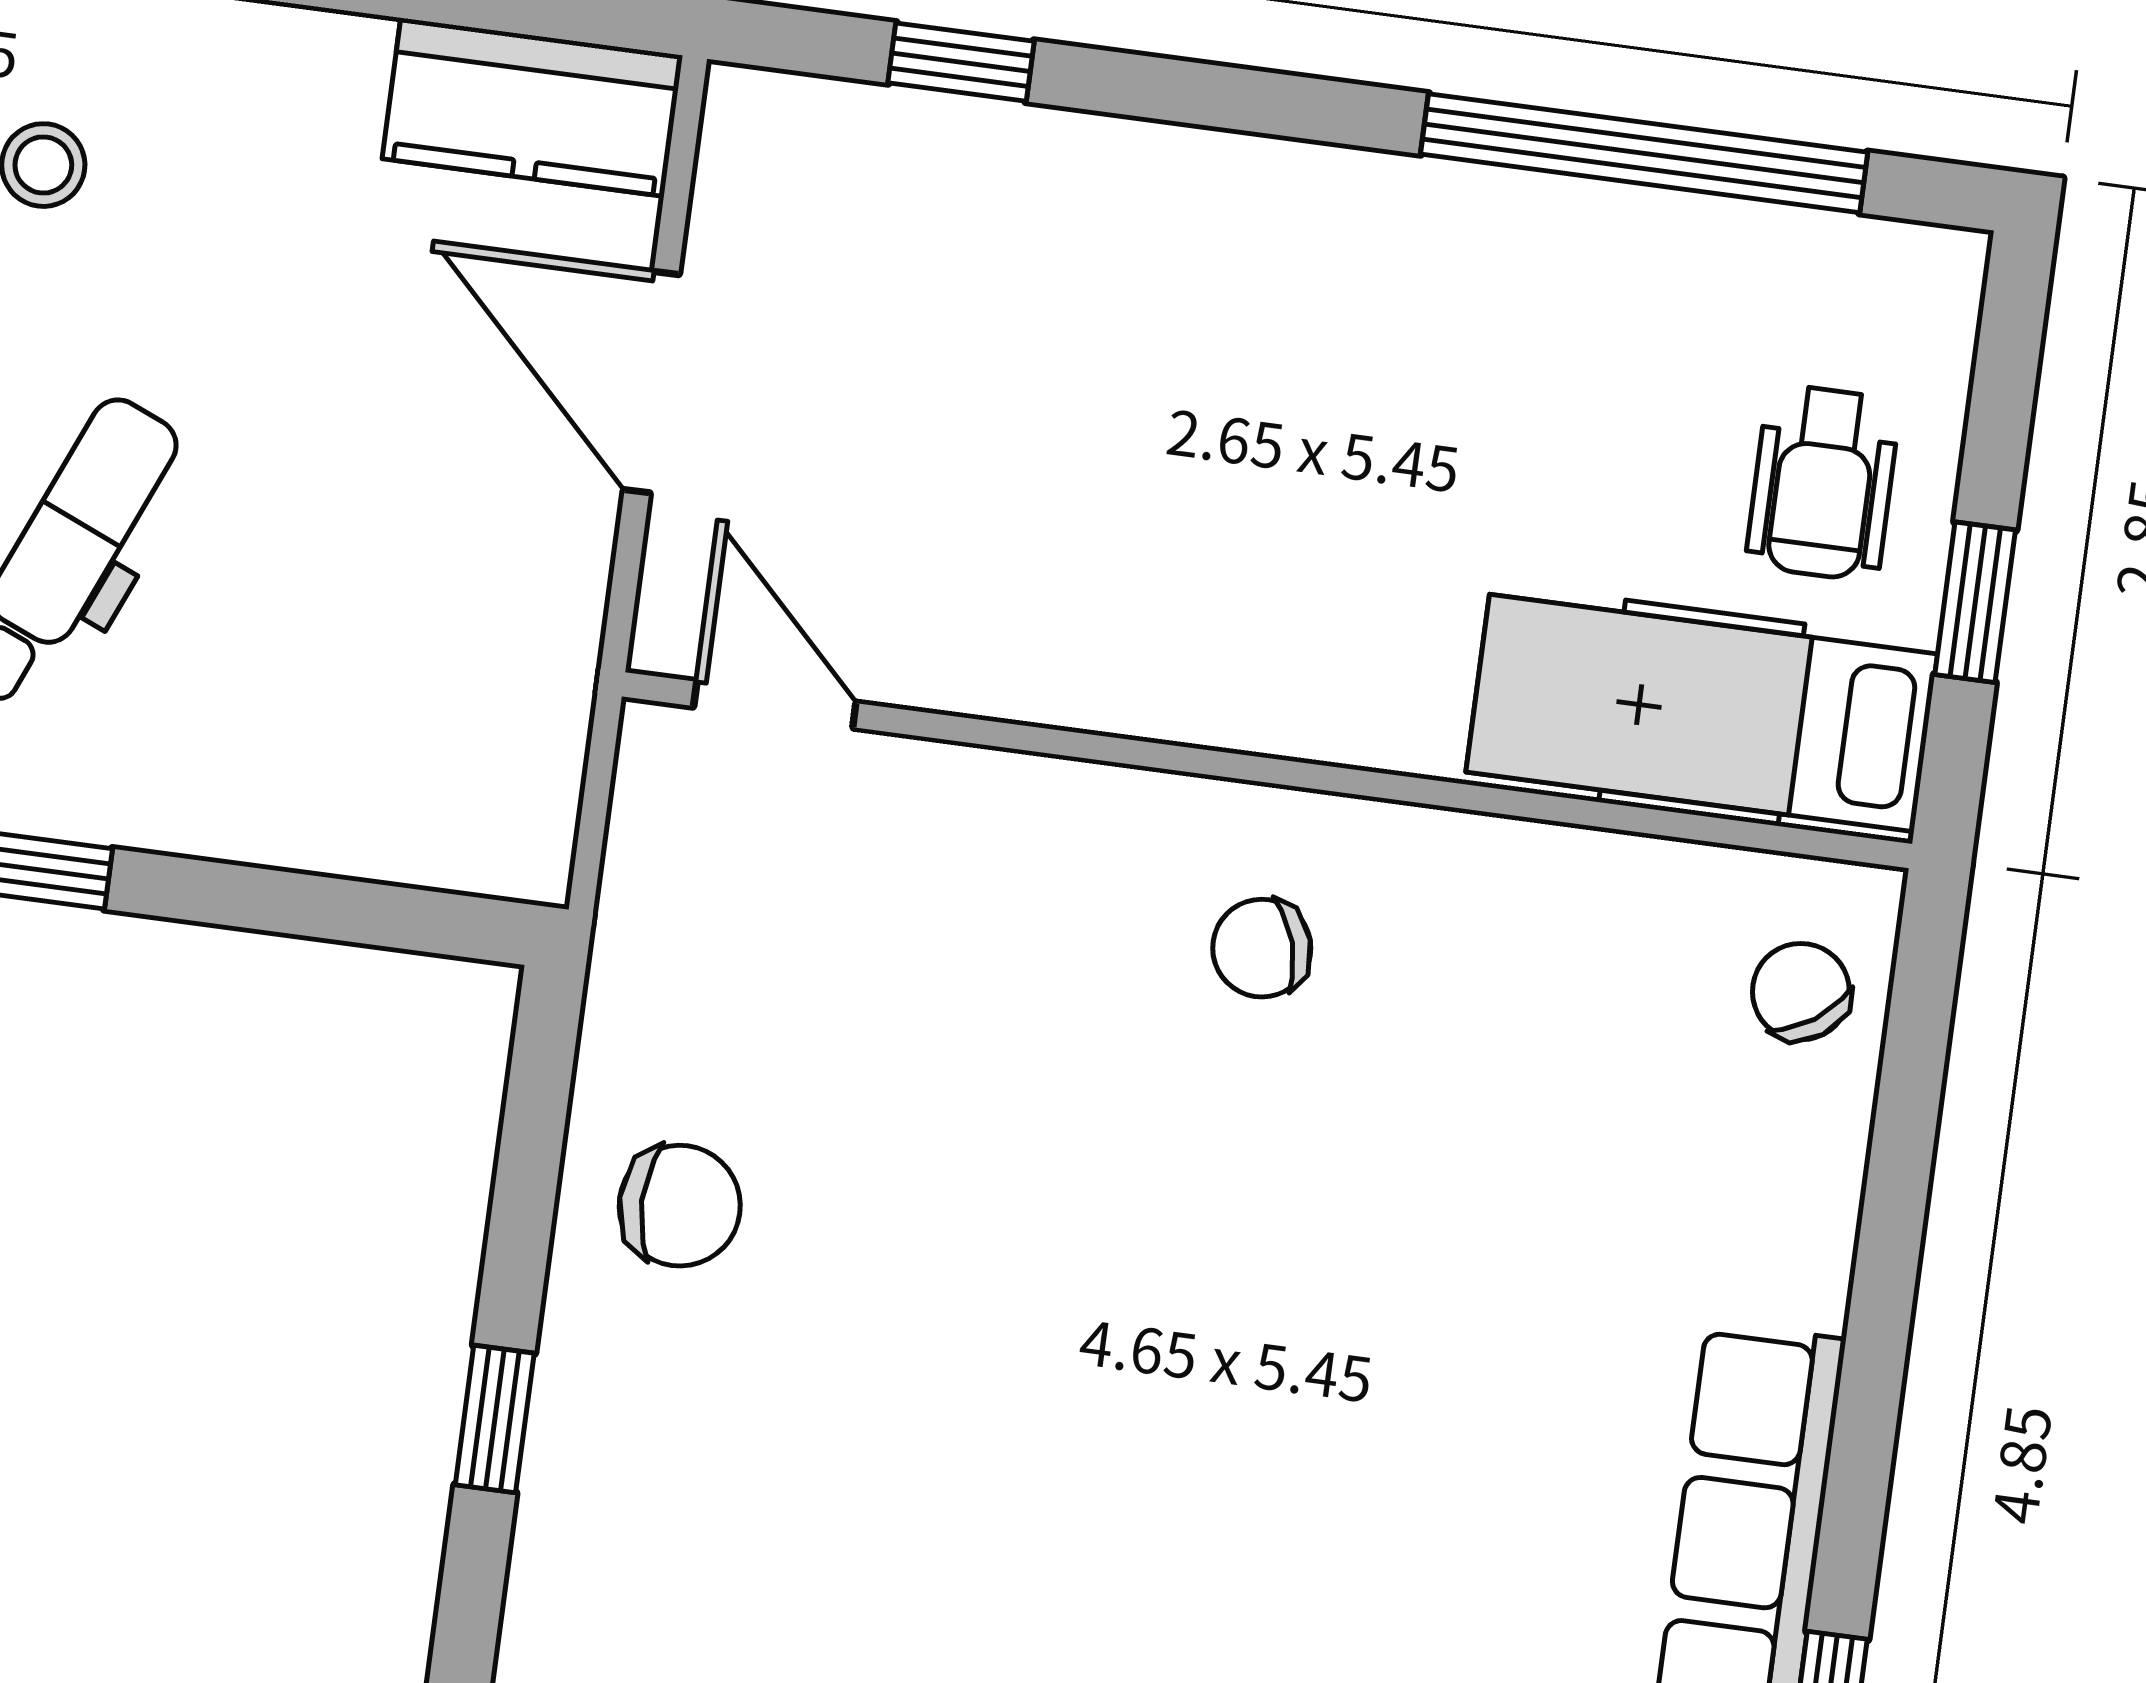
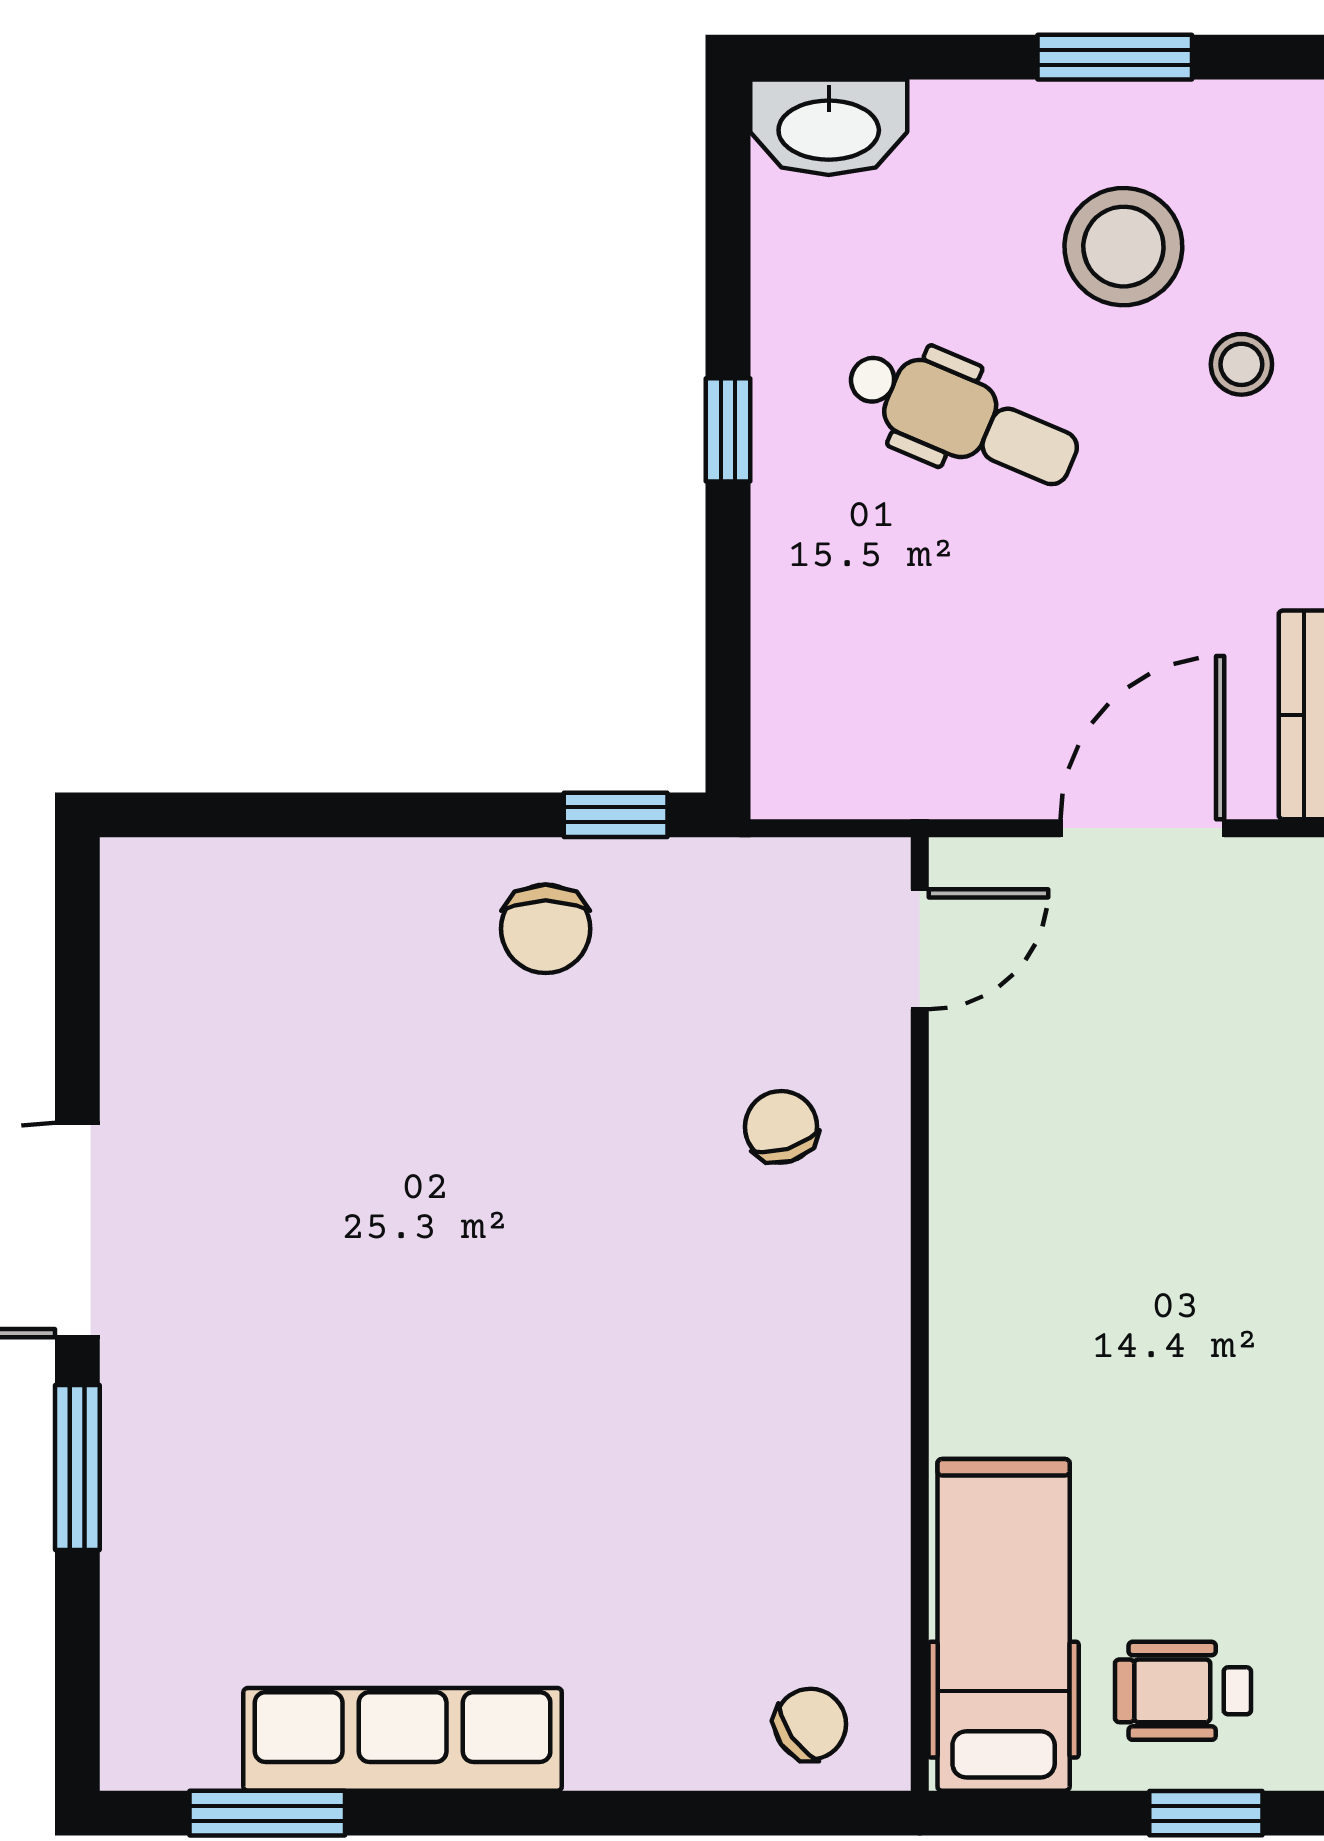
window: (1975, 602) -> (1206, 1813), moved
chair: (1262, 948) -> (781, 1127), moved
window: (495, 1419) -> (616, 815), moved

